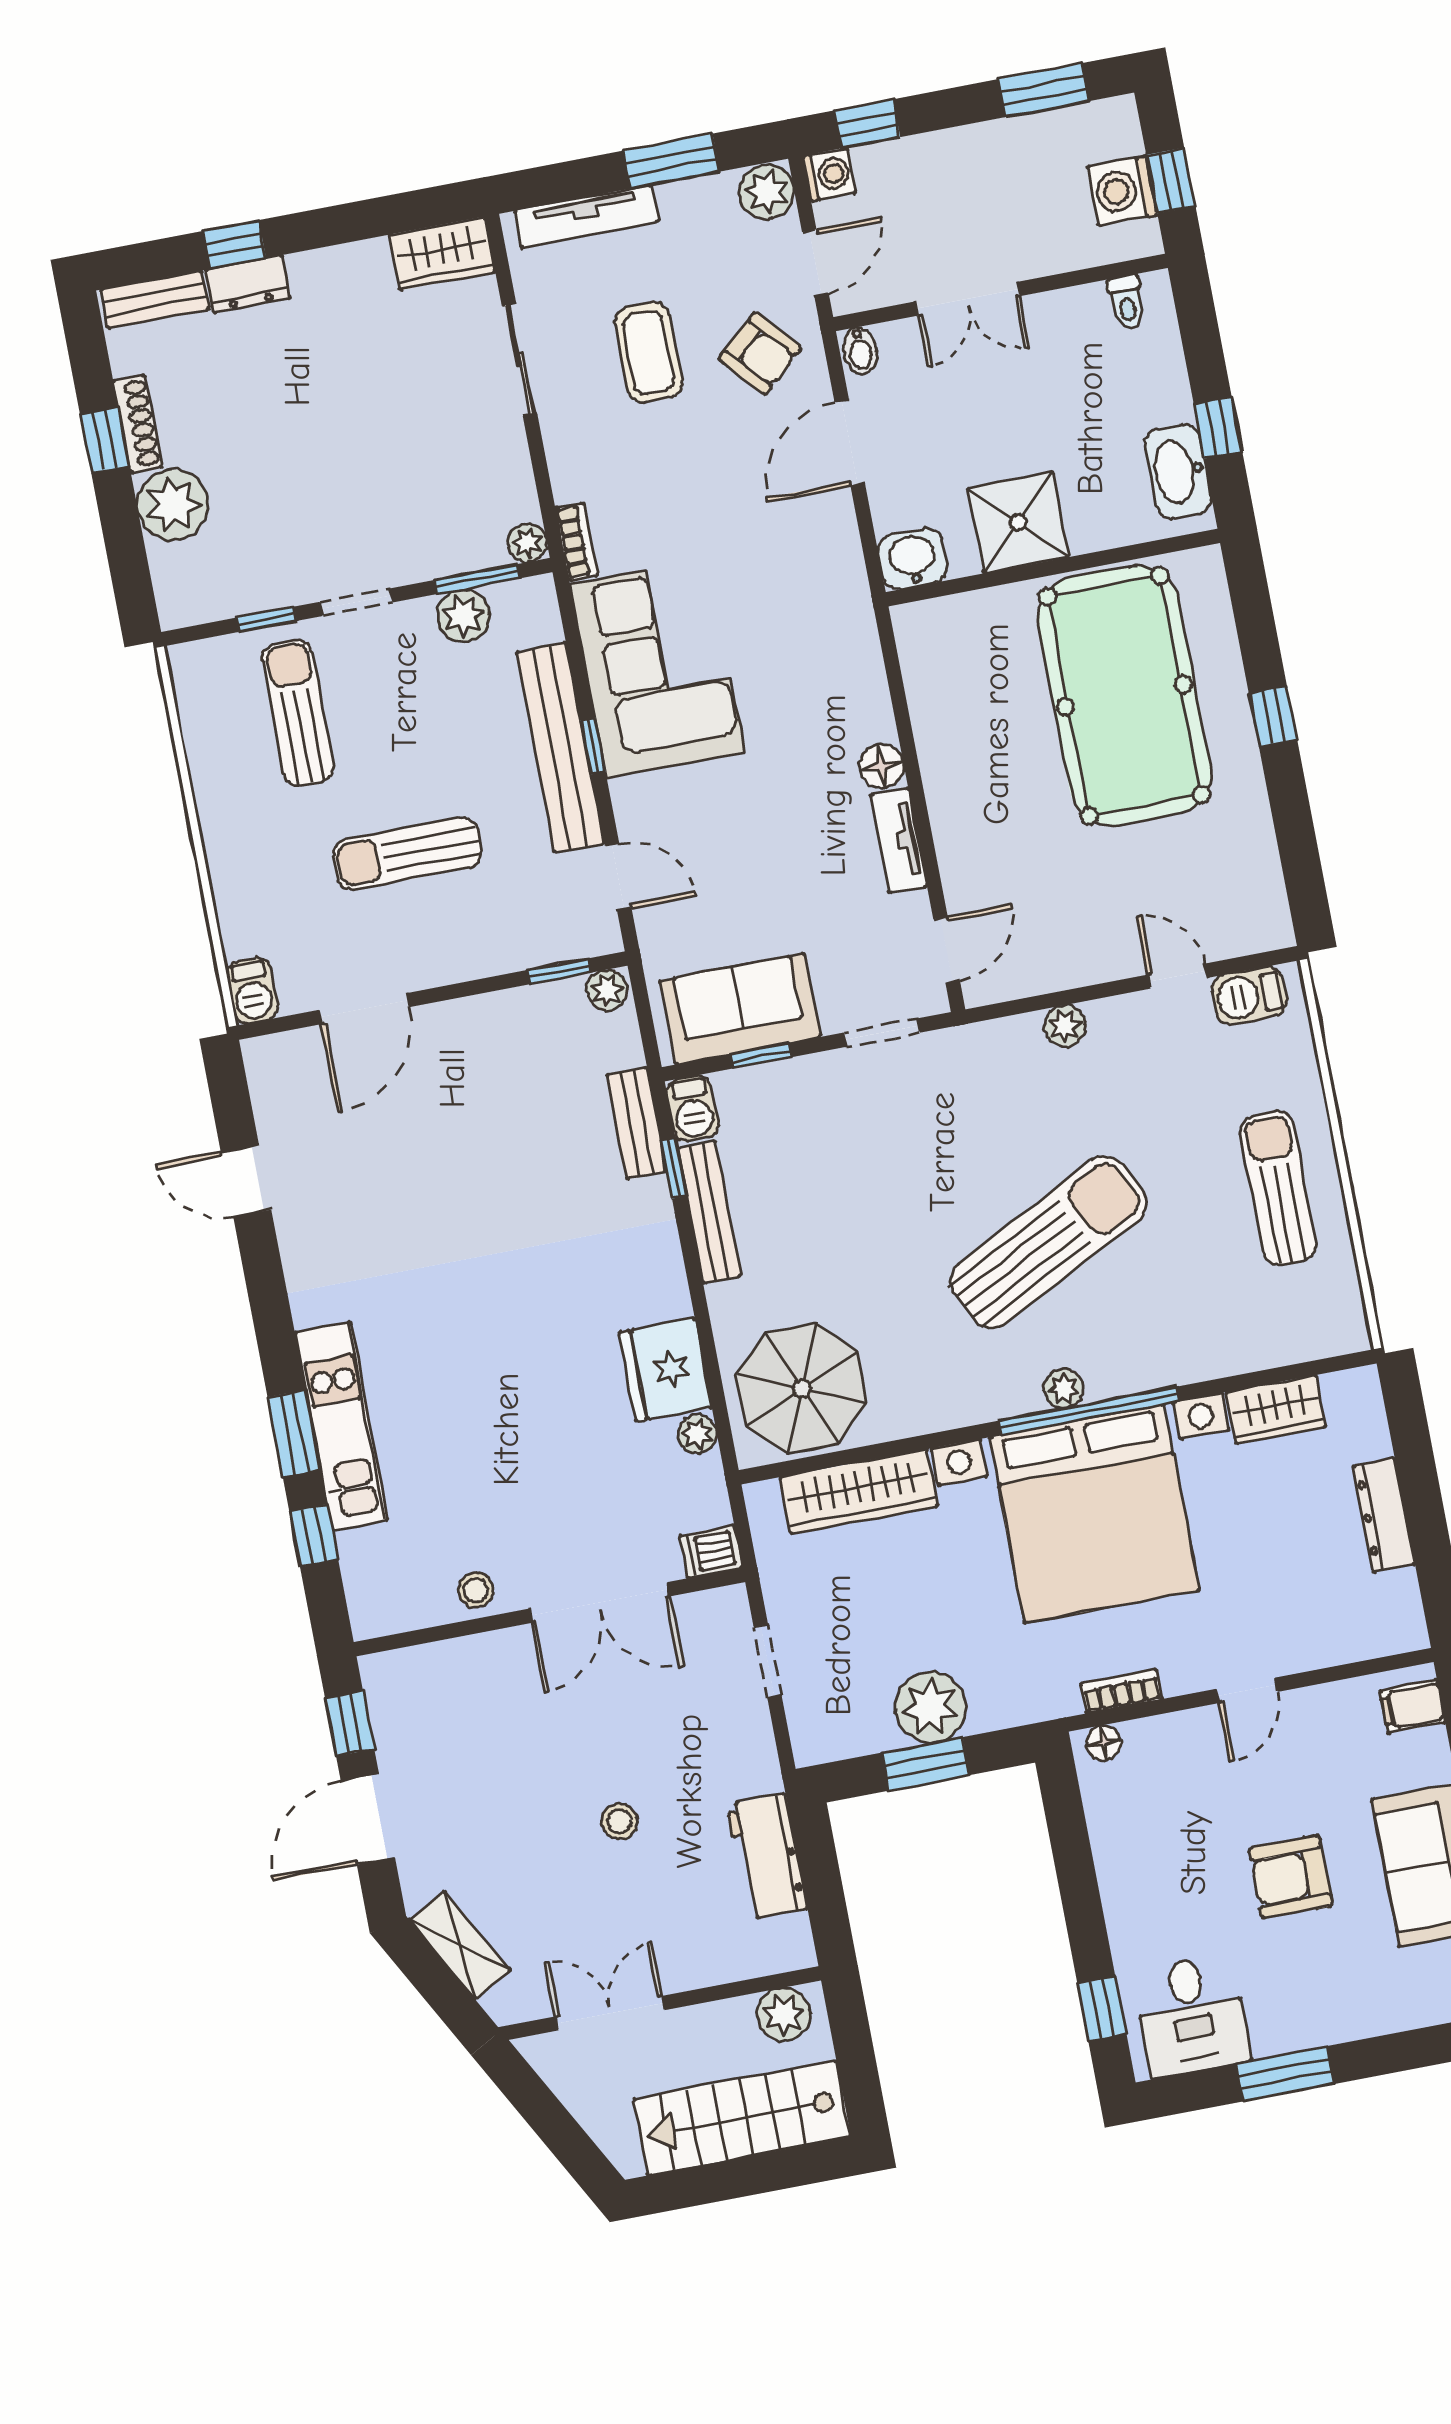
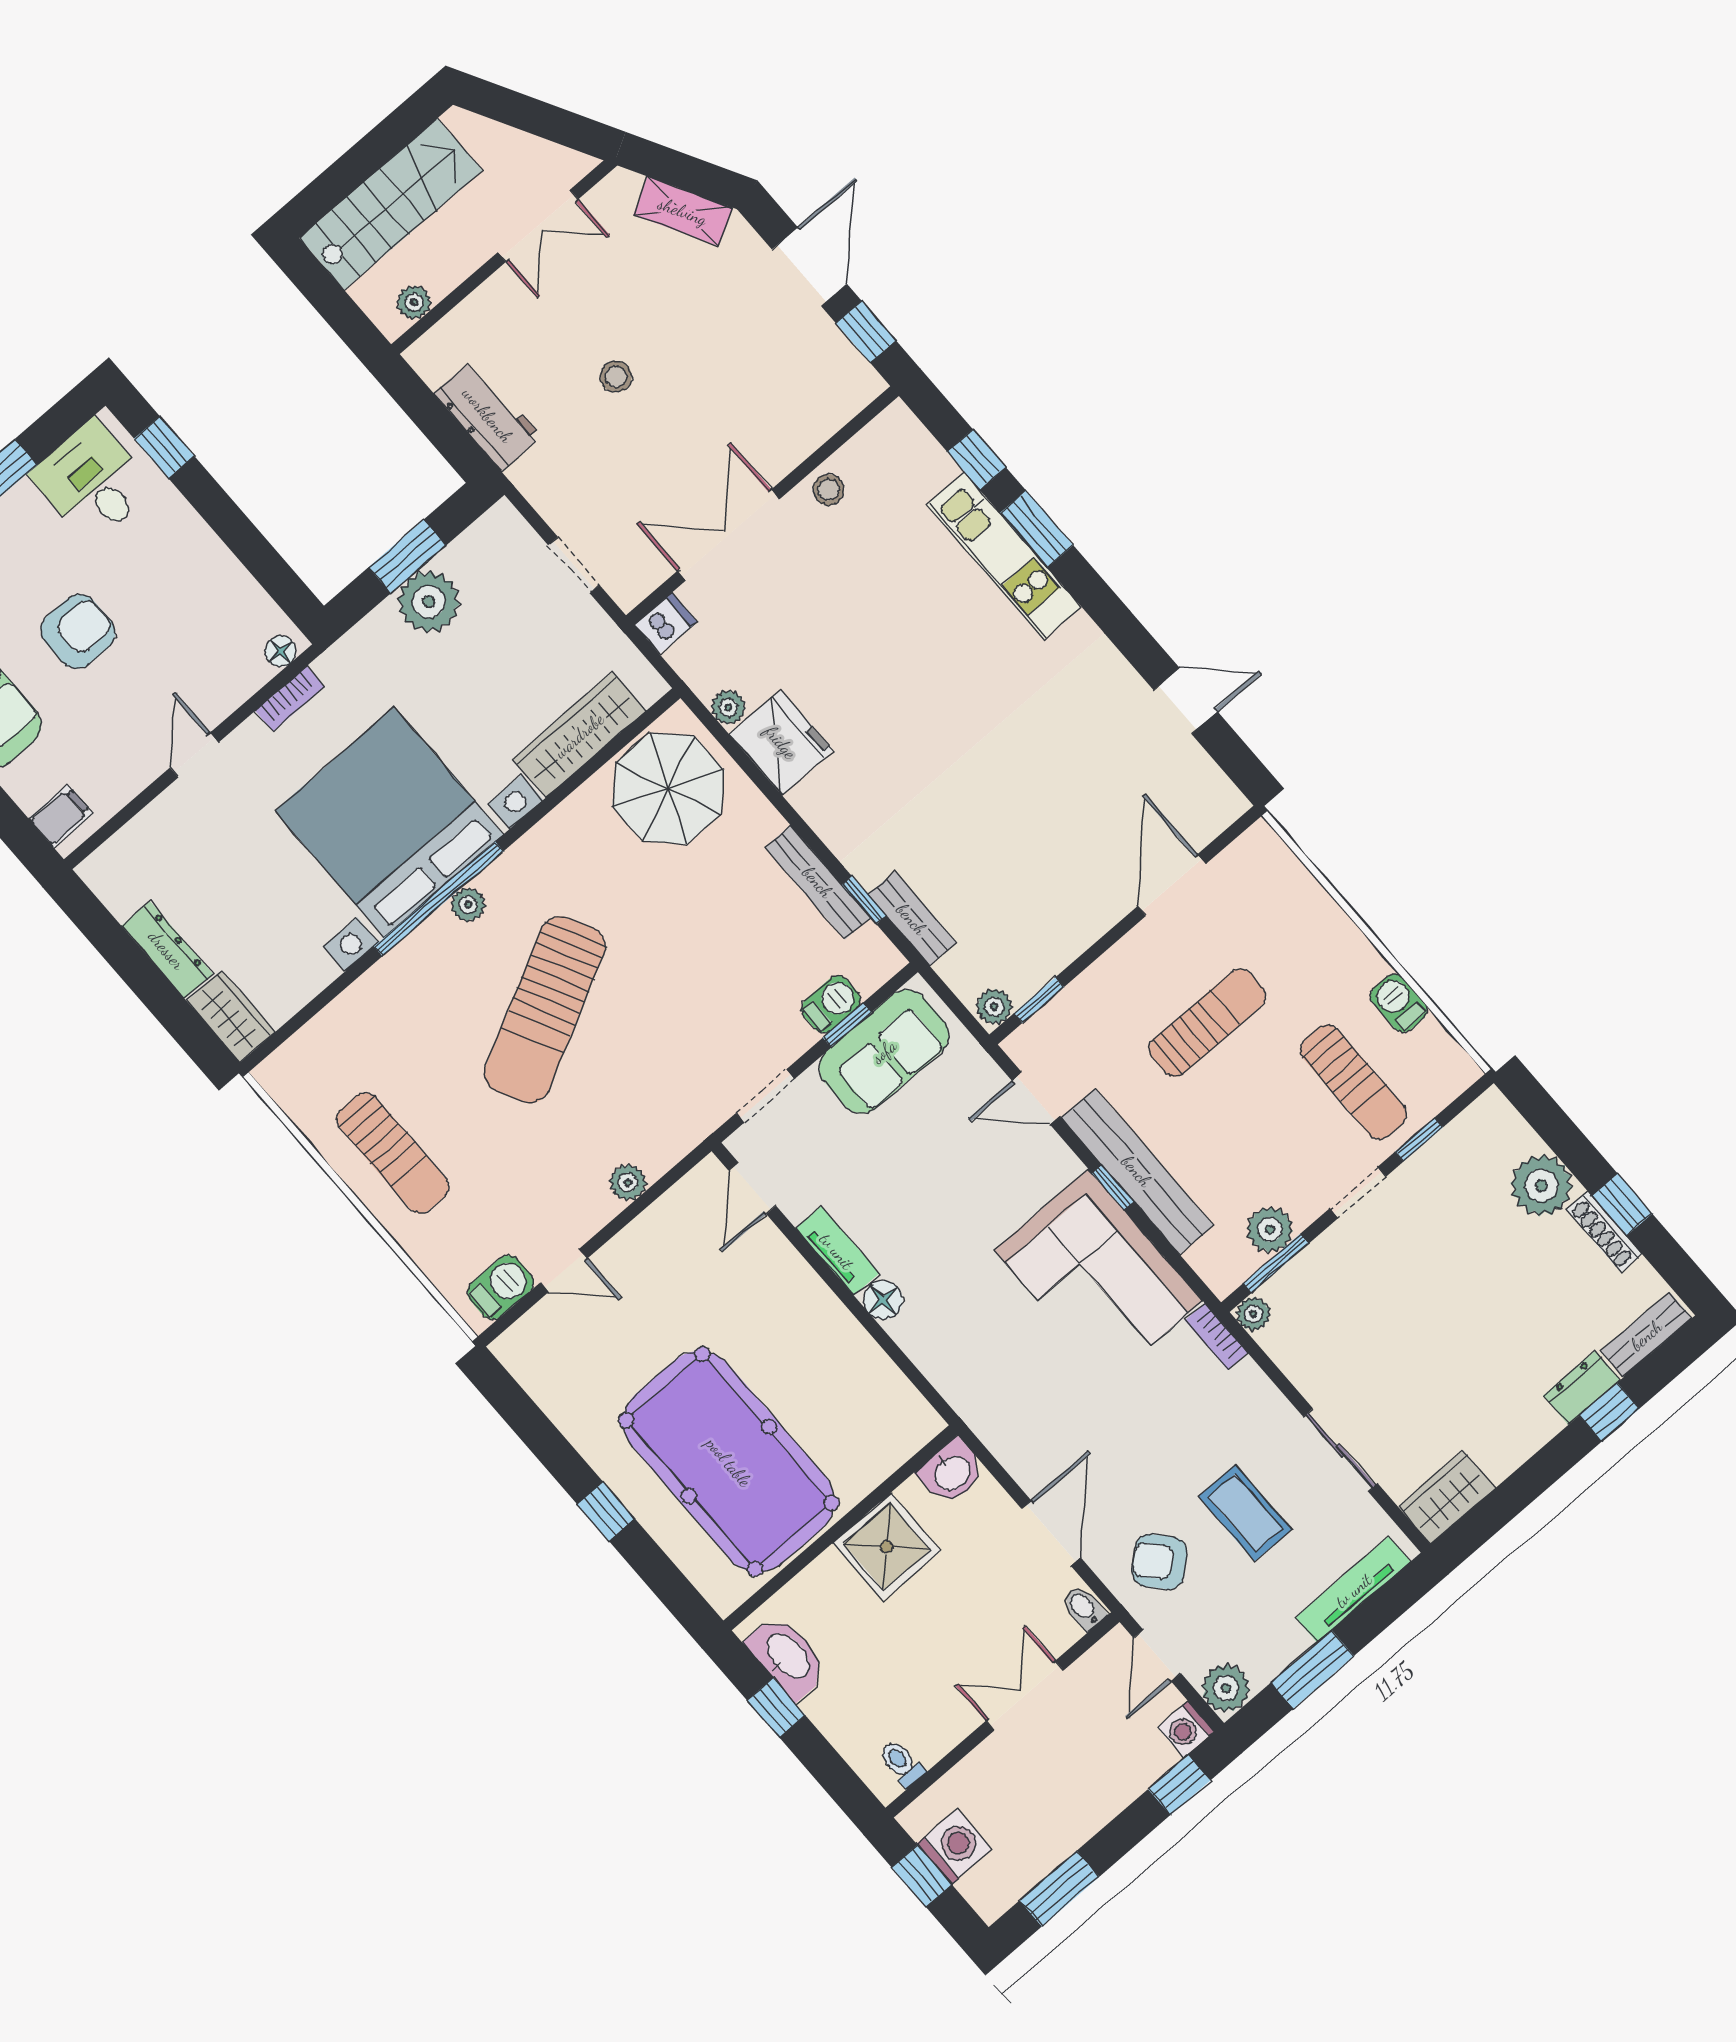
barbecue: (252, 991) -> (1399, 1003), moved
barbecue: (693, 1108) -> (831, 1004), moved, turned 90
wardrobe: (1276, 1410) -> (231, 1016), moved, turned 90
plant: (783, 2014) -> (414, 302), width x0.73, depth x0.73

